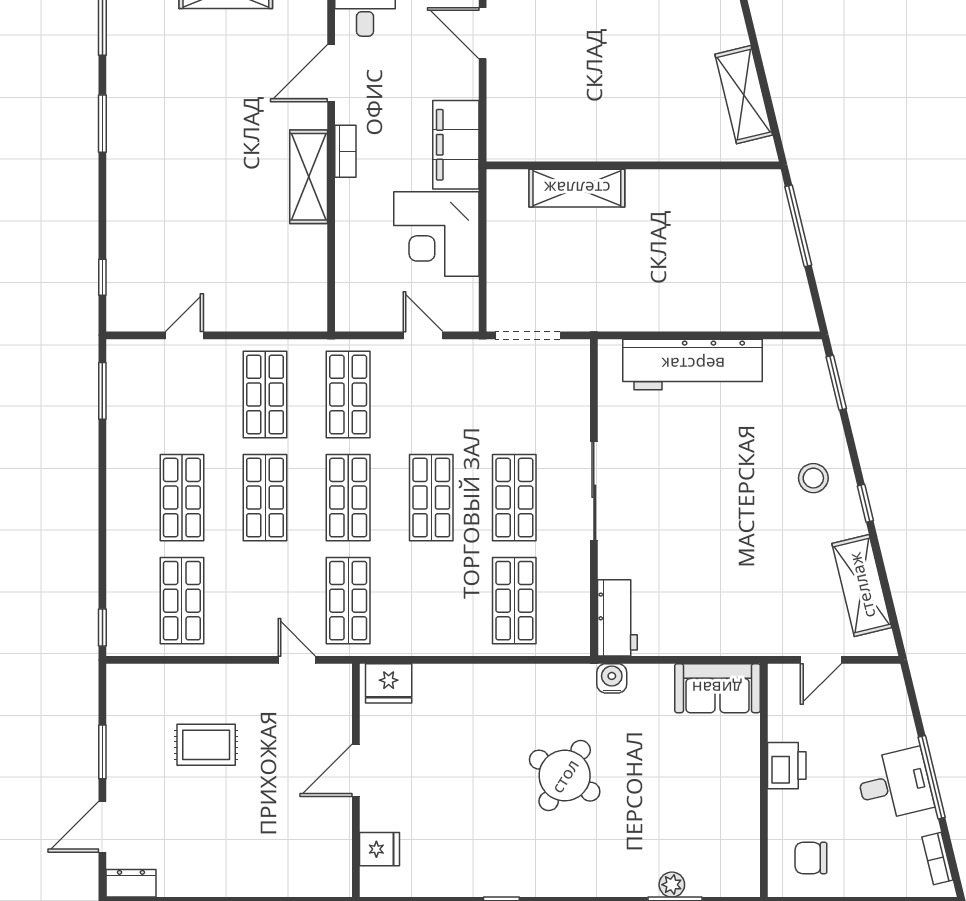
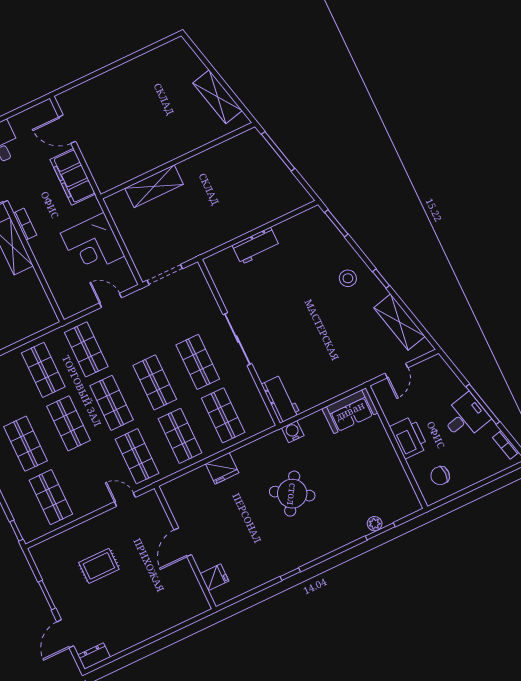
filing cabinet: (456, 145) -> (73, 177), moved
workbench: (693, 364) -> (256, 246), width x0.53, depth x0.76
shop shelf: (431, 601) -> (180, 436), added
fridge: (389, 683) -> (222, 468), moved
printer: (787, 766) -> (409, 437), width x1.37, depth x1.19

